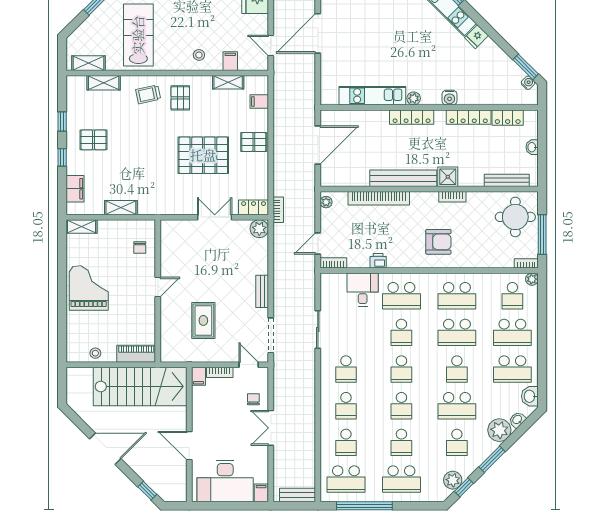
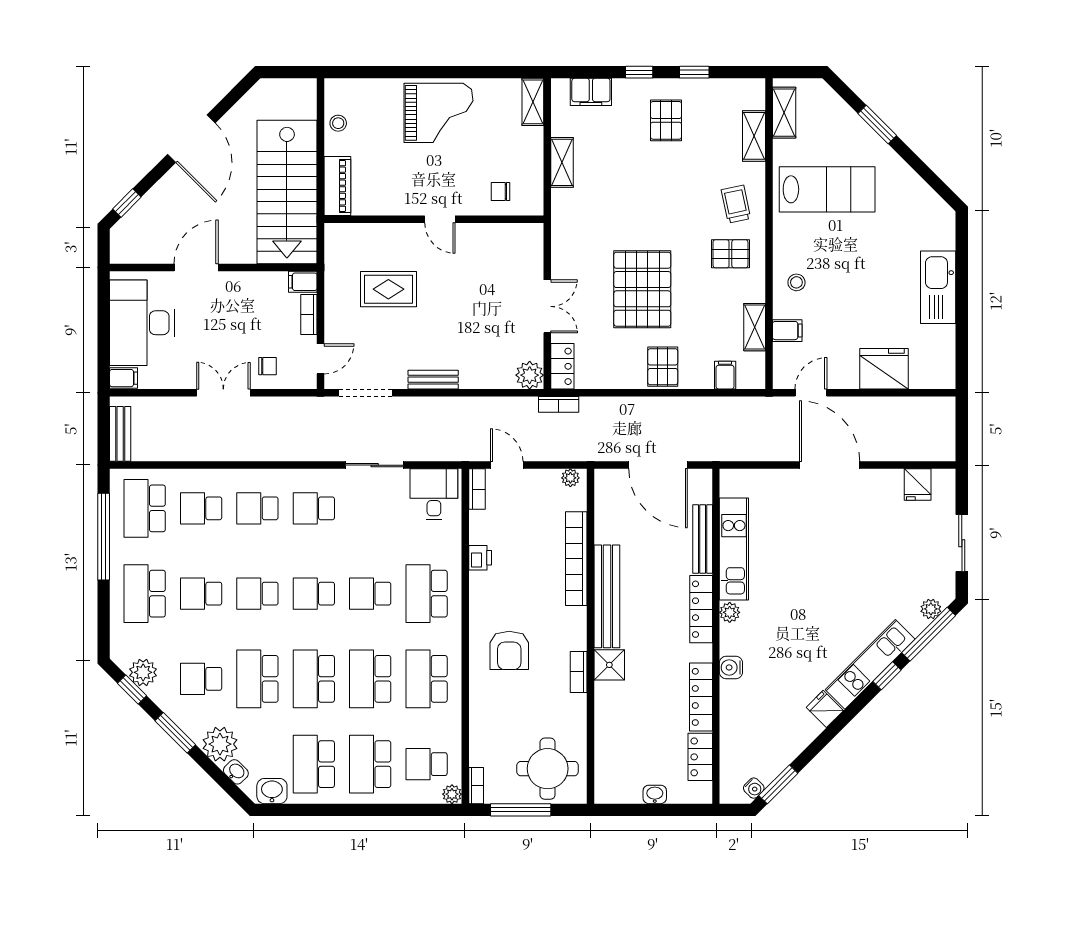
bench: (507, 180) -> (703, 539), moved
desk: (363, 290) -> (434, 494), moved, turned -90
school desk: (457, 369) -> (314, 679), width x1.85

